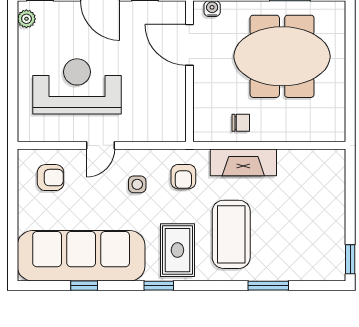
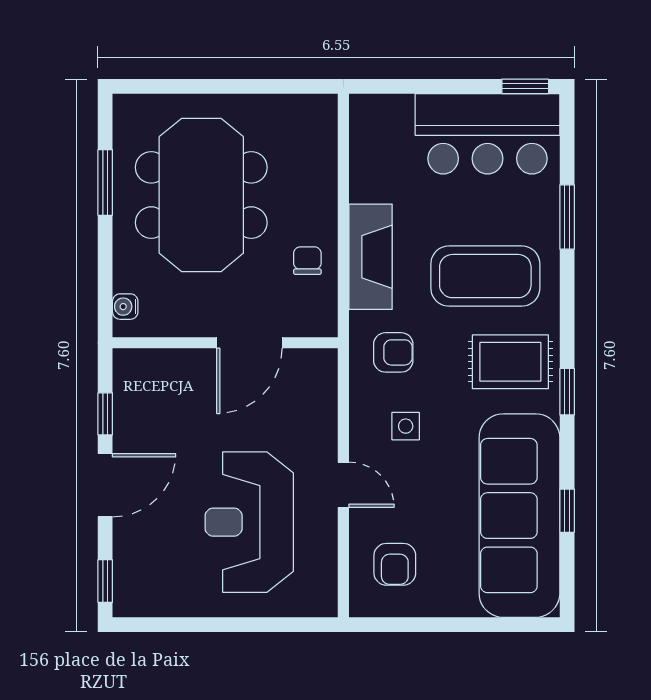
plant: (26, 19) -> (141, 603), removed
door: (189, 45) -> (249, 343), moved
armchair: (51, 178) -> (395, 564), turned 180
bar counter: (320, 236) -> (488, 134), added

